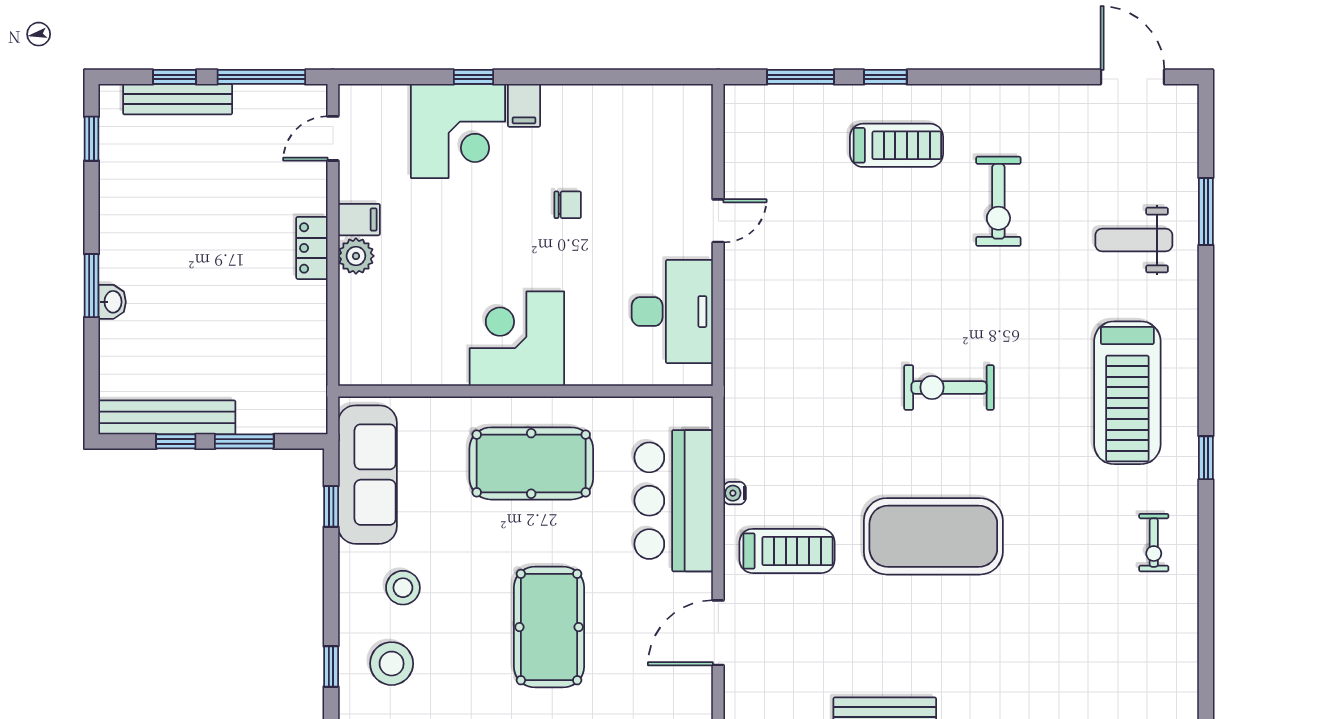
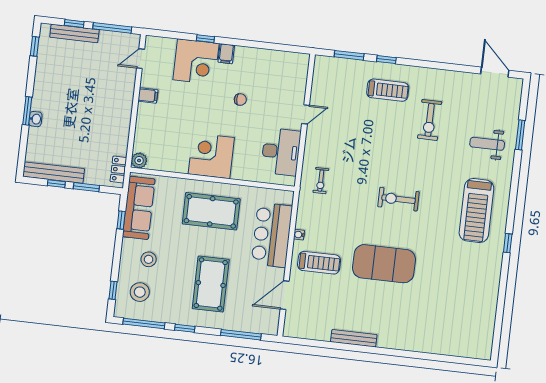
locker: (312, 248) -> (118, 169), moved
plant: (356, 256) -> (139, 160), moved
exercise bike: (1154, 543) -> (321, 181), moved

